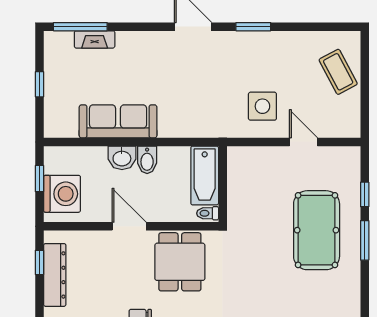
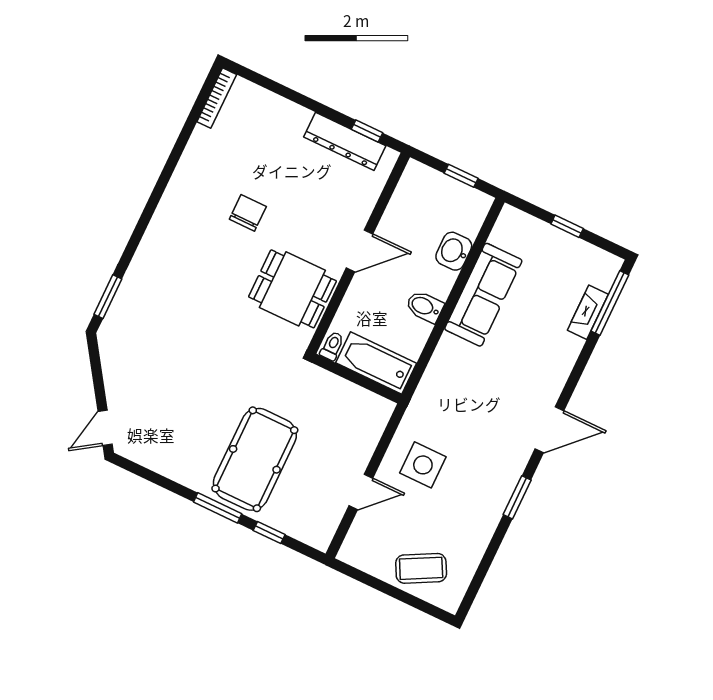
washbasin: (122, 158) -> (454, 251), moved
washing machine: (62, 194) -> (432, 193), removed
pool table: (317, 230) -> (255, 459), turned 90

